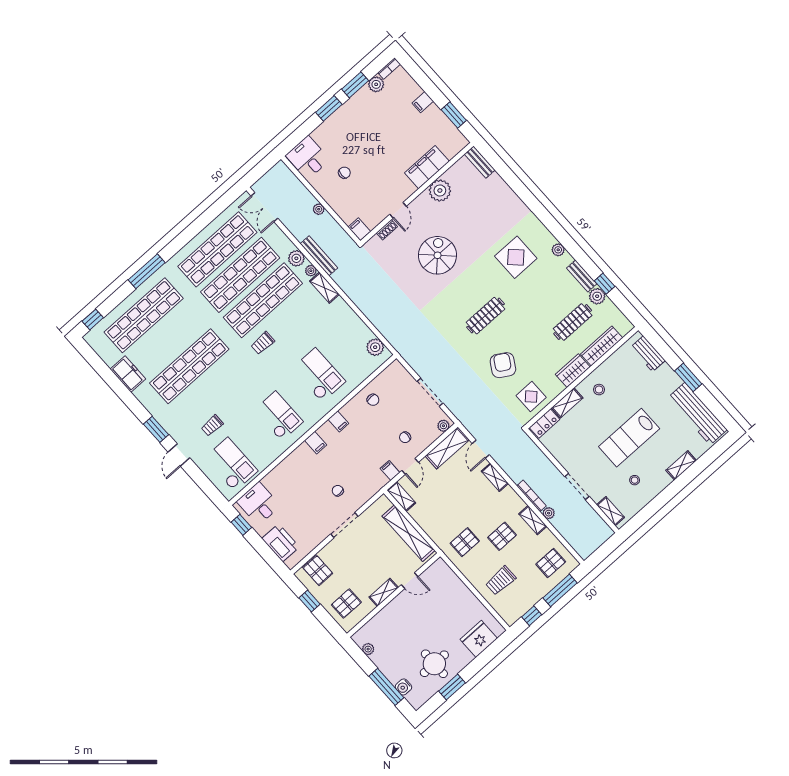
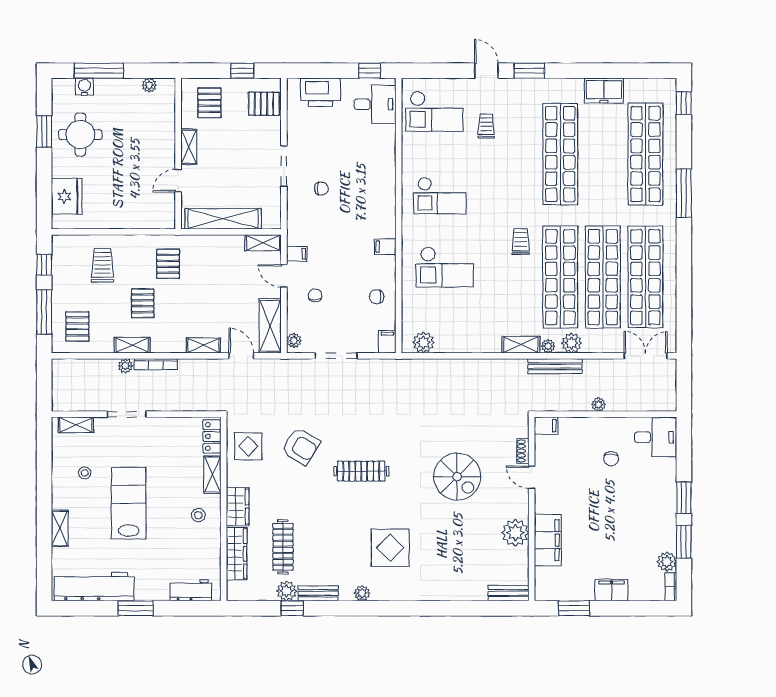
filing cabinet: (423, 102) -> (612, 590), width x2.00
clothes rail: (486, 316) -> (361, 471), turned 90
filing cabinet: (316, 443) -> (387, 342), moved, turned 90

